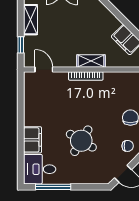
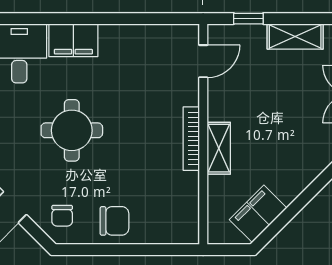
round table: (81, 141) -> (72, 130), turned -31

